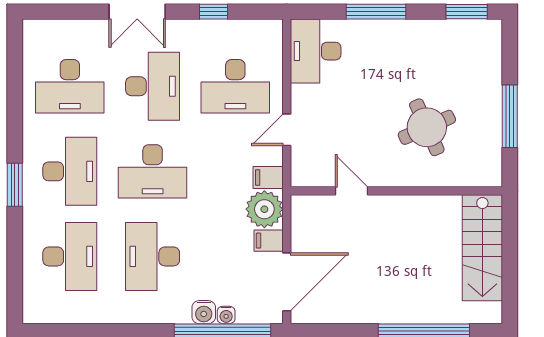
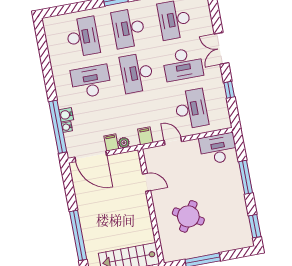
desk: (235, 86) -> (191, 109), turned 180
round table: (427, 127) -> (188, 216), turned -35
desk: (70, 171) -> (129, 28), turned 90
door: (352, 191) -> (146, 182), hinge flipped
plant: (264, 209) -> (124, 143), width x0.53, depth x0.53
desk: (70, 256) -> (83, 37), turned -90

